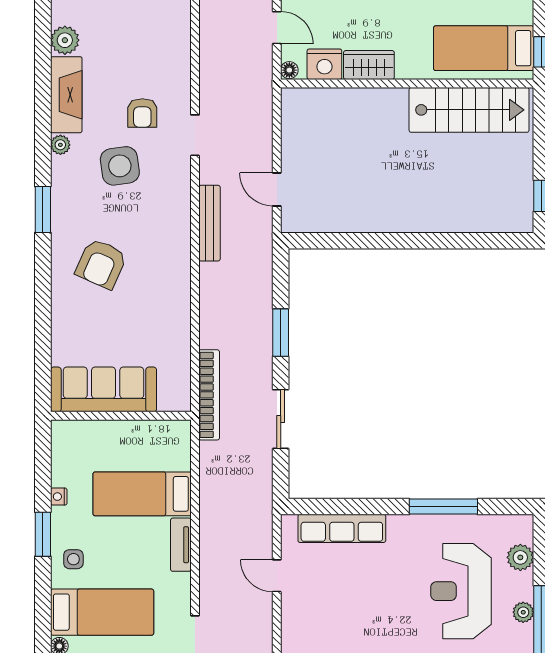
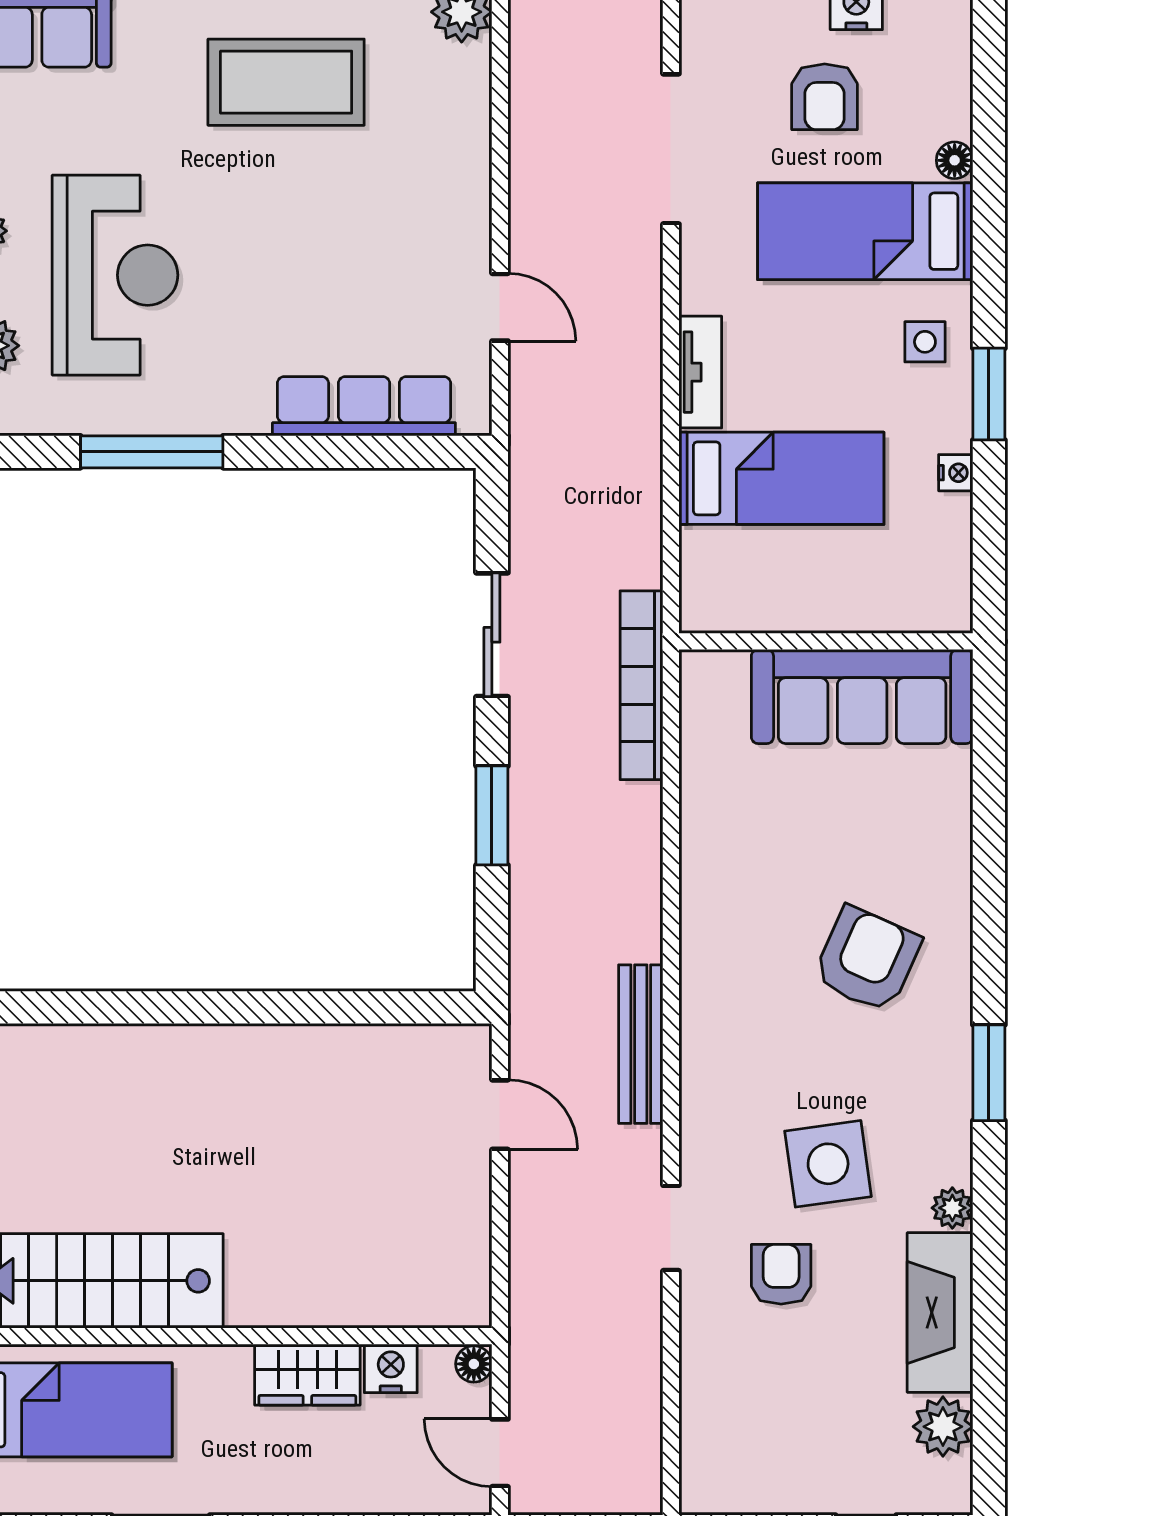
nightstand: (324, 64) -> (391, 1368), width x0.74, depth x0.75

